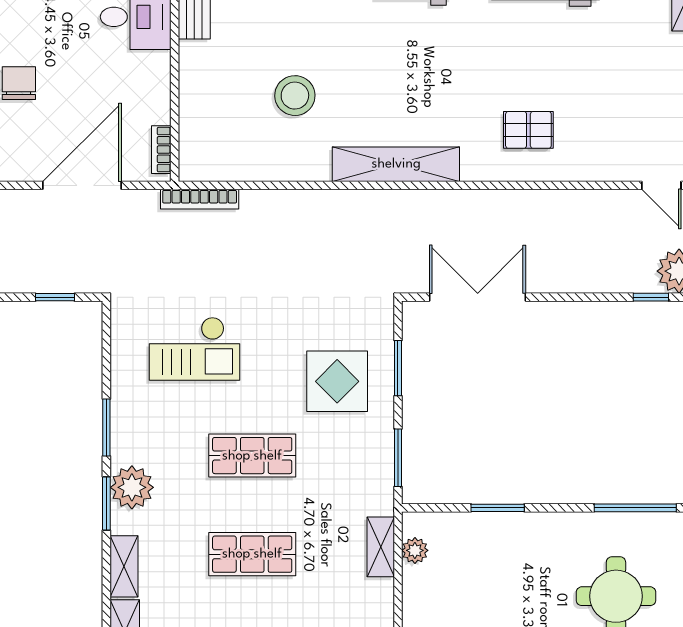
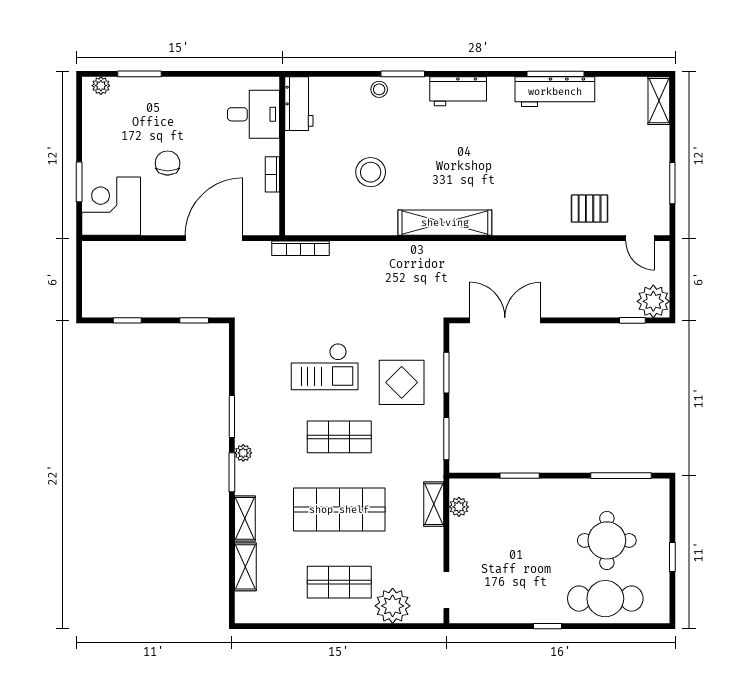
pallet: (528, 130) -> (590, 209), moved
bookcase: (161, 150) -> (272, 174), moved
checkout: (194, 349) -> (325, 367), moved
plant: (132, 487) -> (243, 453), width x0.53, depth x0.53
shop shelf: (252, 554) -> (339, 510), width x1.43, depth x1.36

